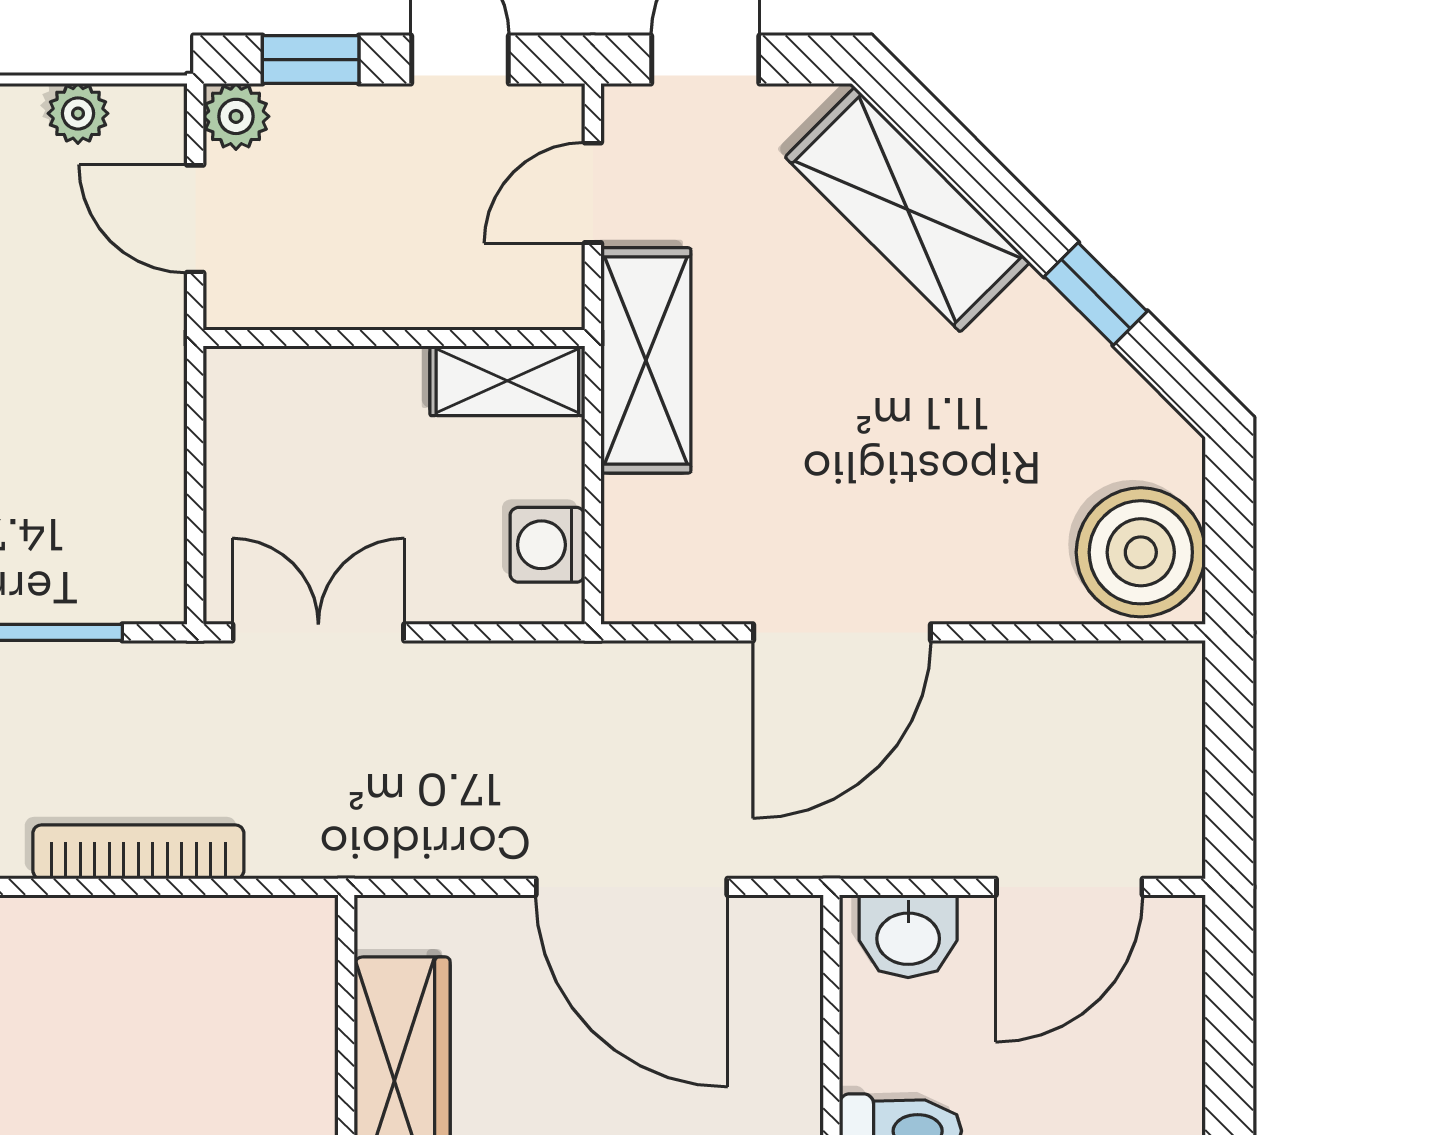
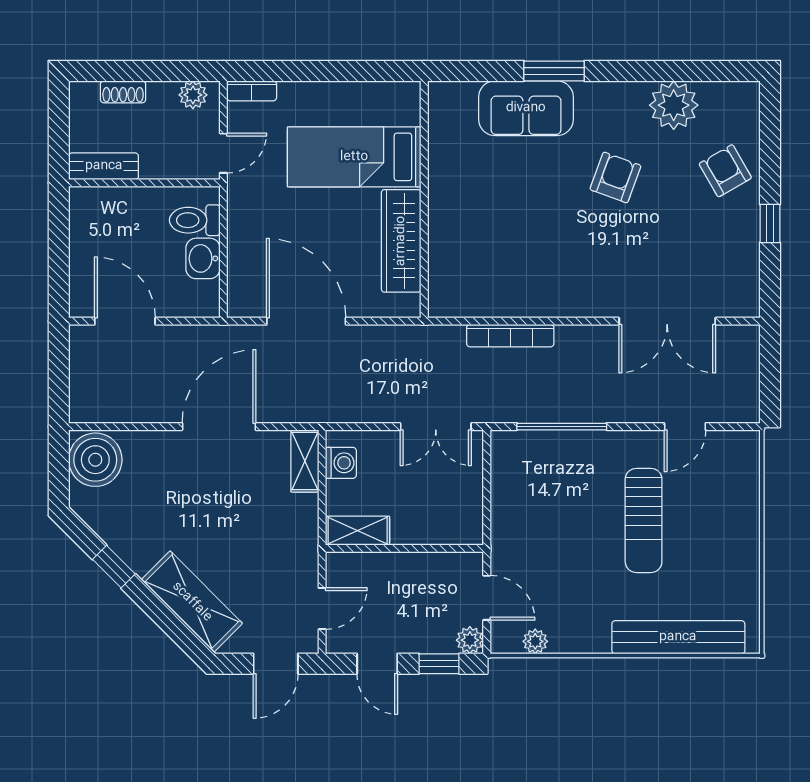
shelving: (646, 360) -> (305, 461), moved, width x0.67, depth x0.75
door: (1069, 887) -> (125, 321), hinge flipped
washbasin: (908, 936) -> (203, 258), moved, turned -90

